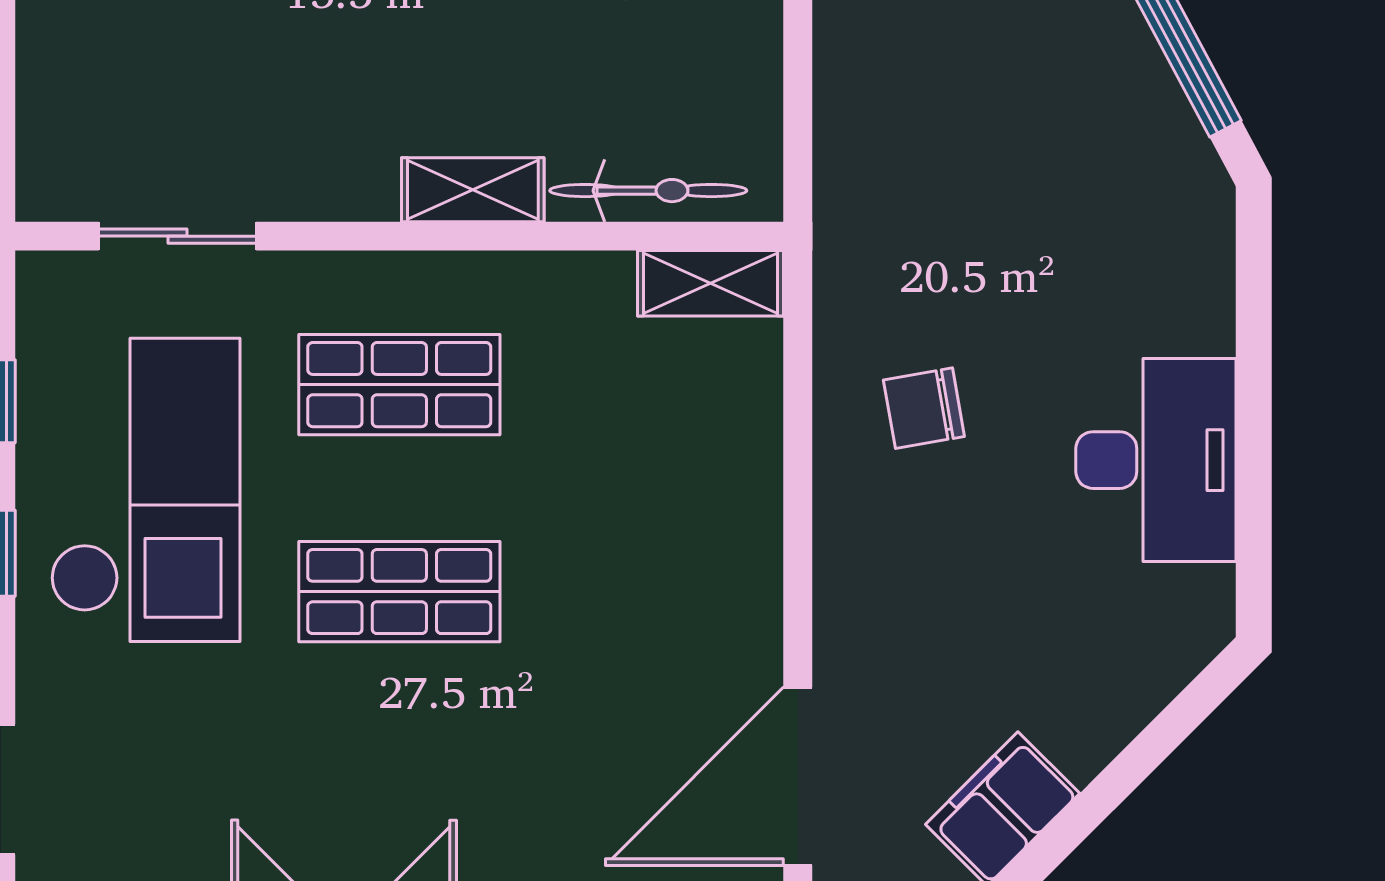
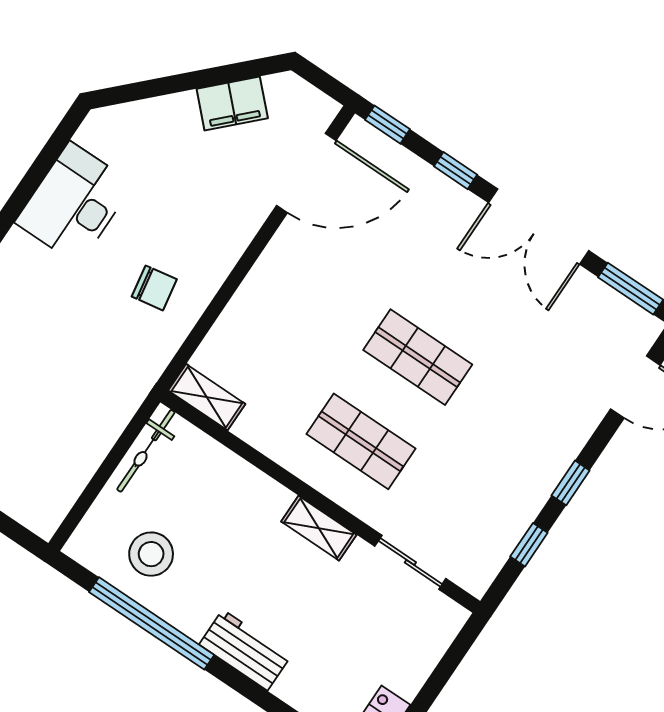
shelving: (473, 190) -> (319, 528), moved
bicycle: (648, 191) -> (146, 451), moved, turned -90
checkout: (145, 490) -> (493, 468), removed

